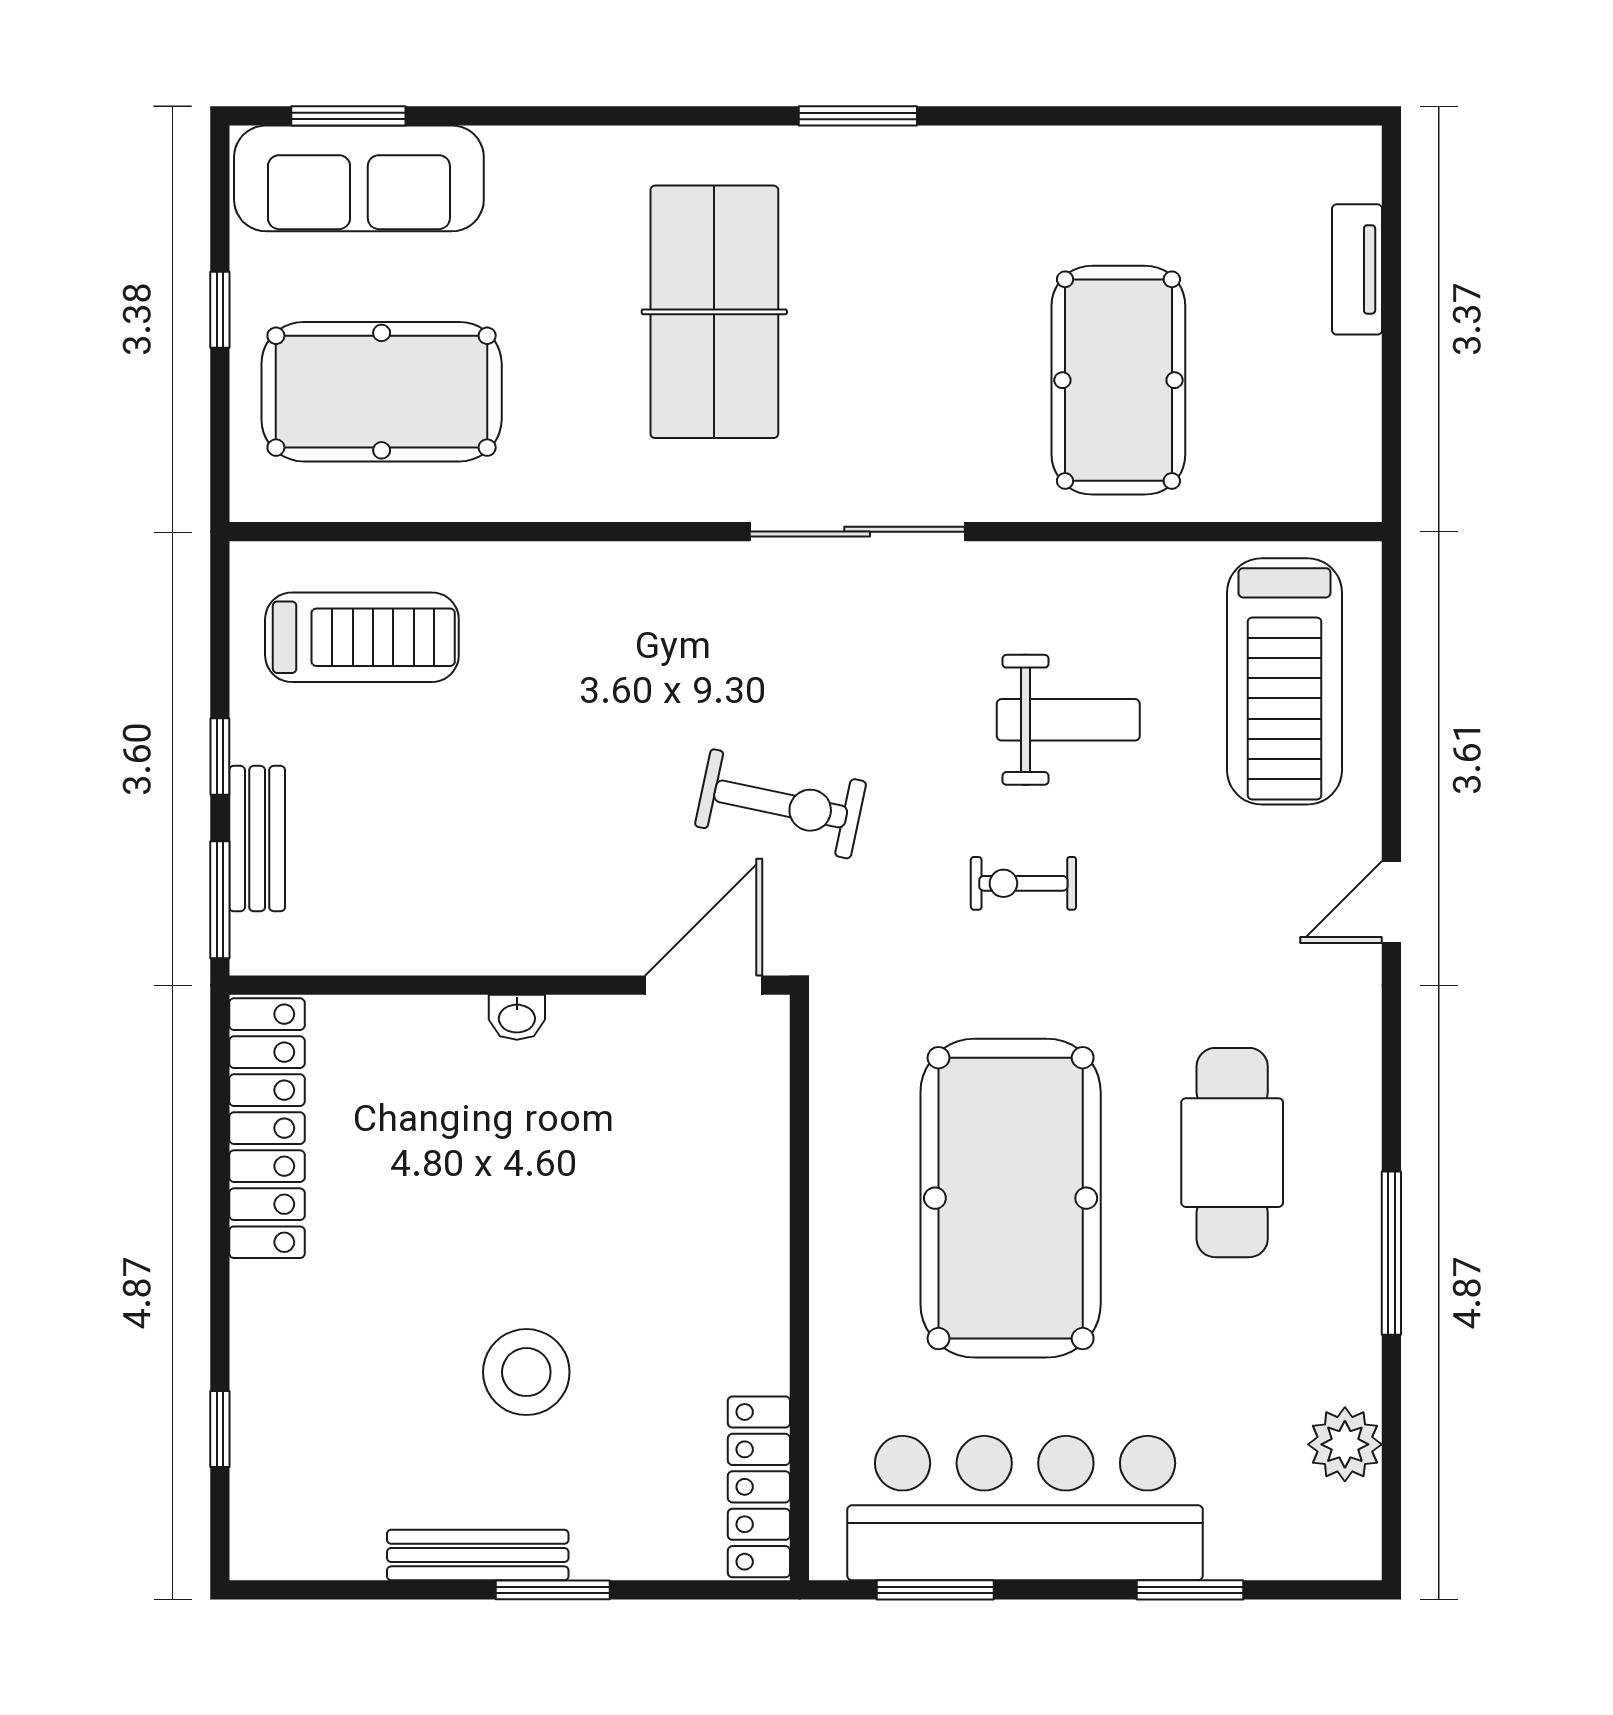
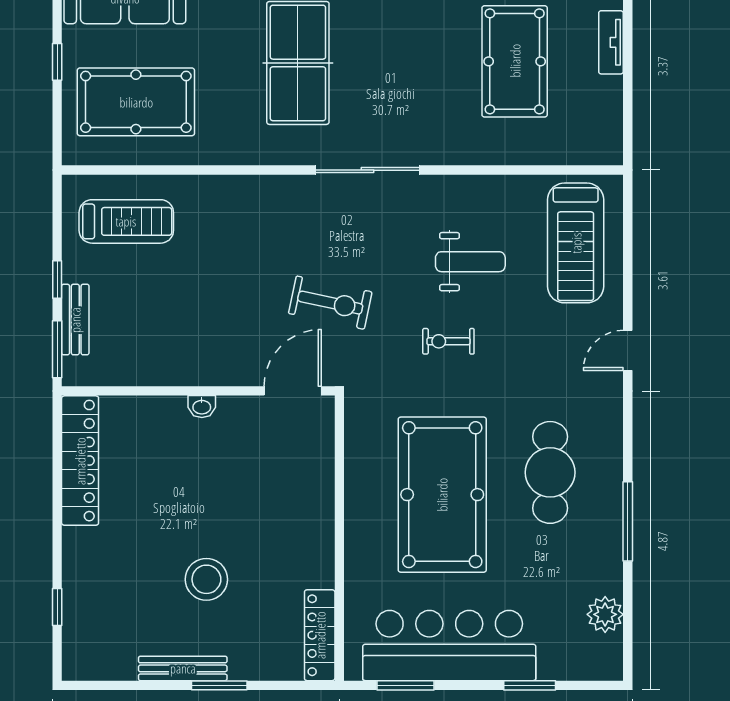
pool table: (1118, 380) -> (515, 61), moved

